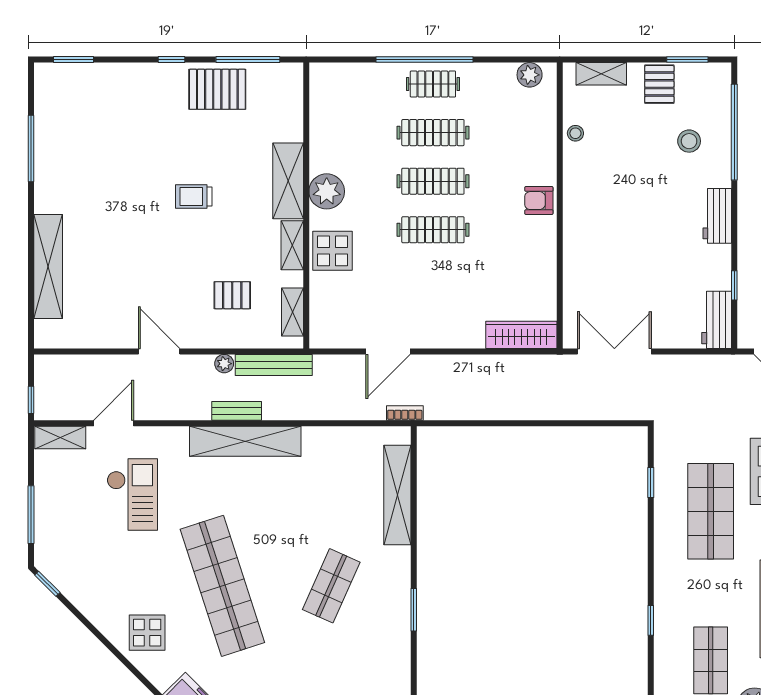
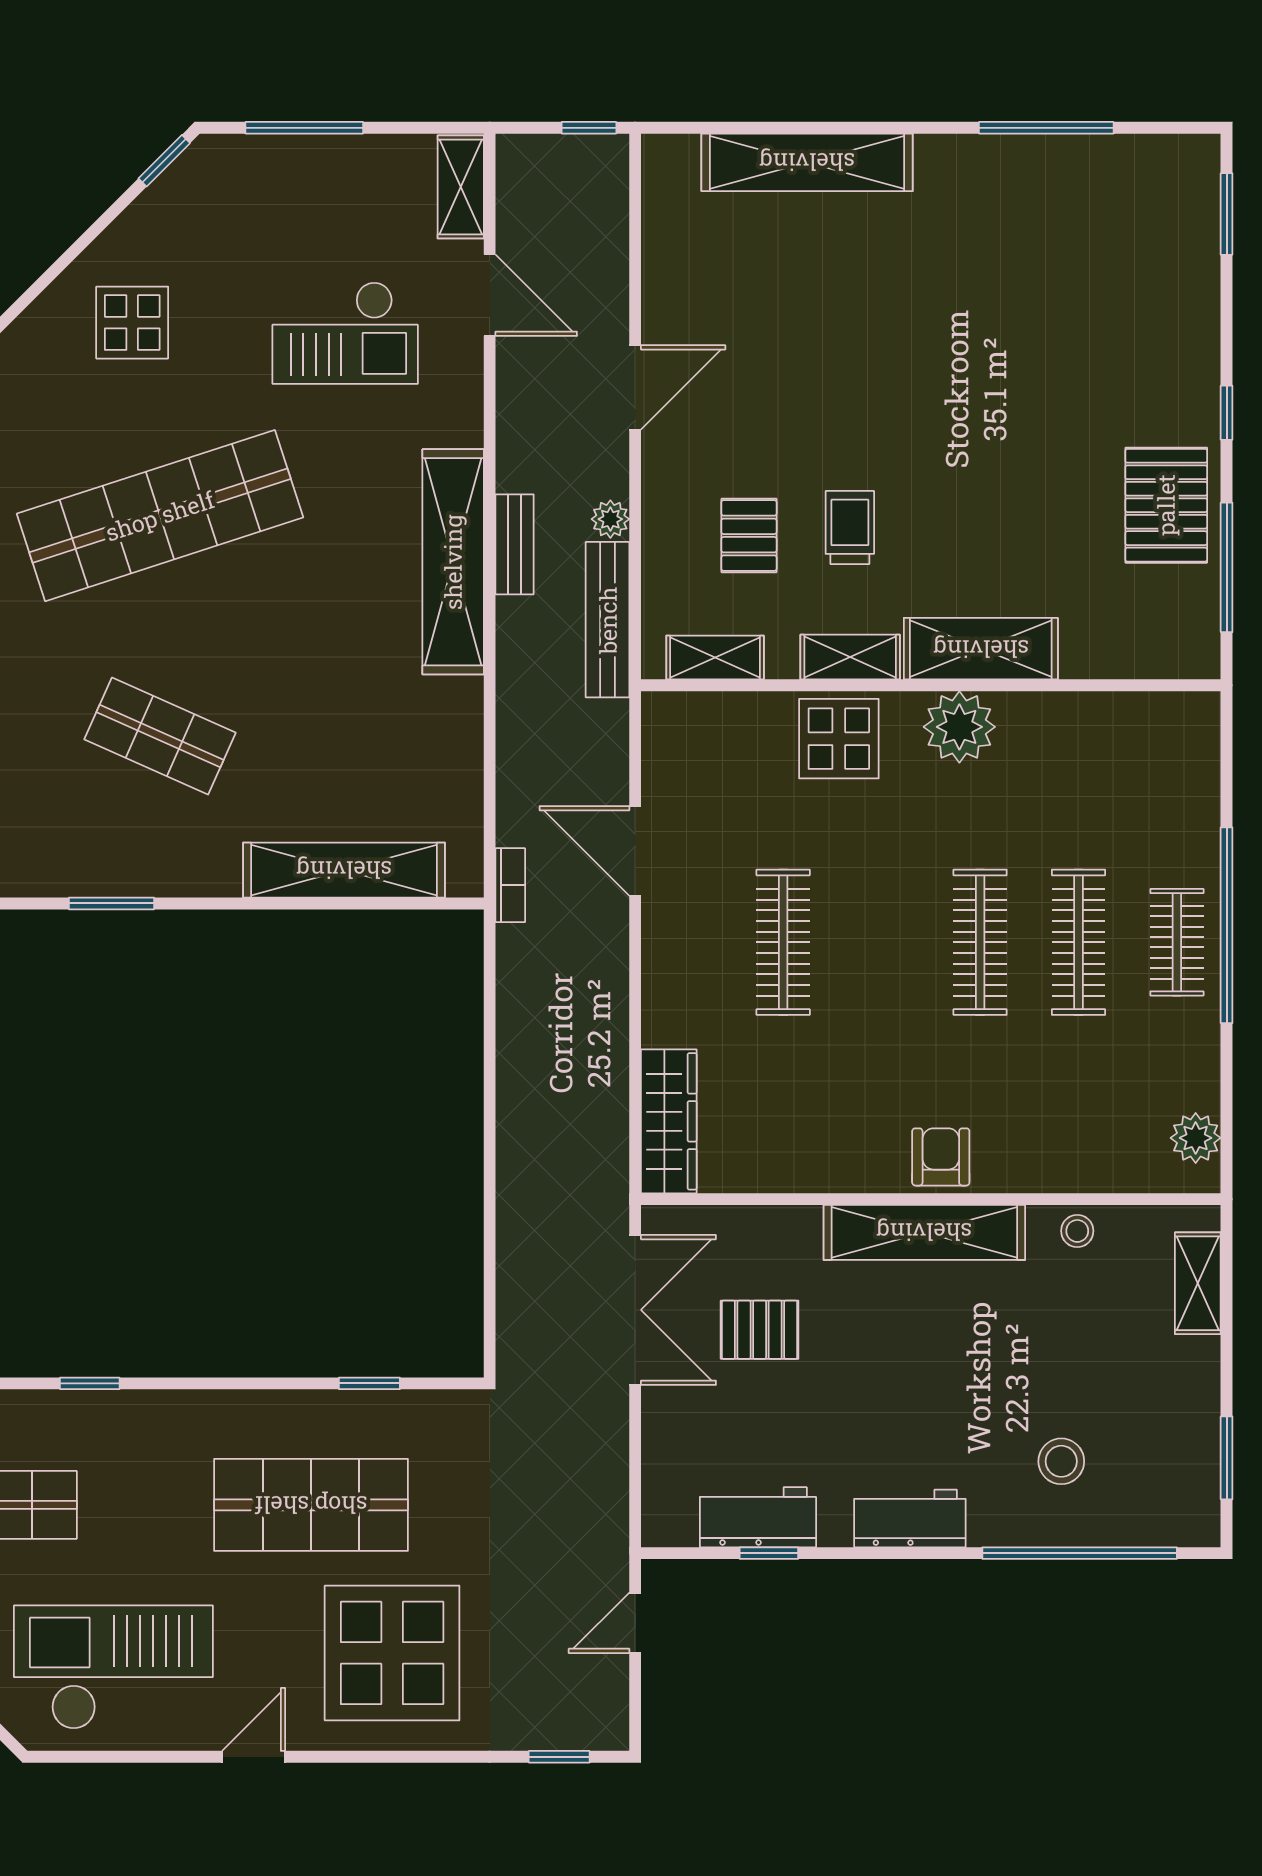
pallet: (659, 84) -> (760, 1330), moved
trolley: (194, 196) -> (850, 528), moved
shelving: (576, 209) -> (924, 1232), added
clothes rail: (433, 230) -> (783, 942), moved
workbench: (717, 320) -> (758, 1517), moved
window: (31, 400) -> (589, 128), moved
display table: (147, 633) -> (132, 323), moved

